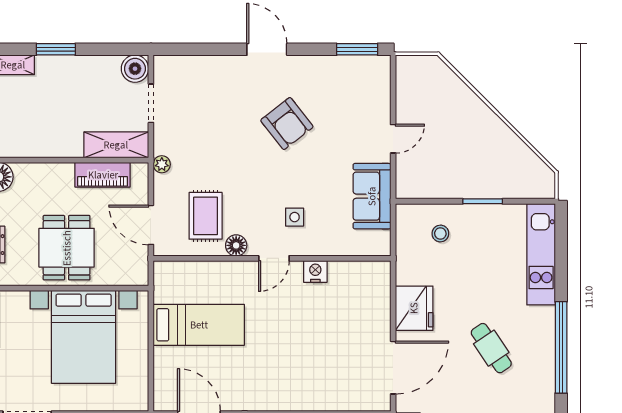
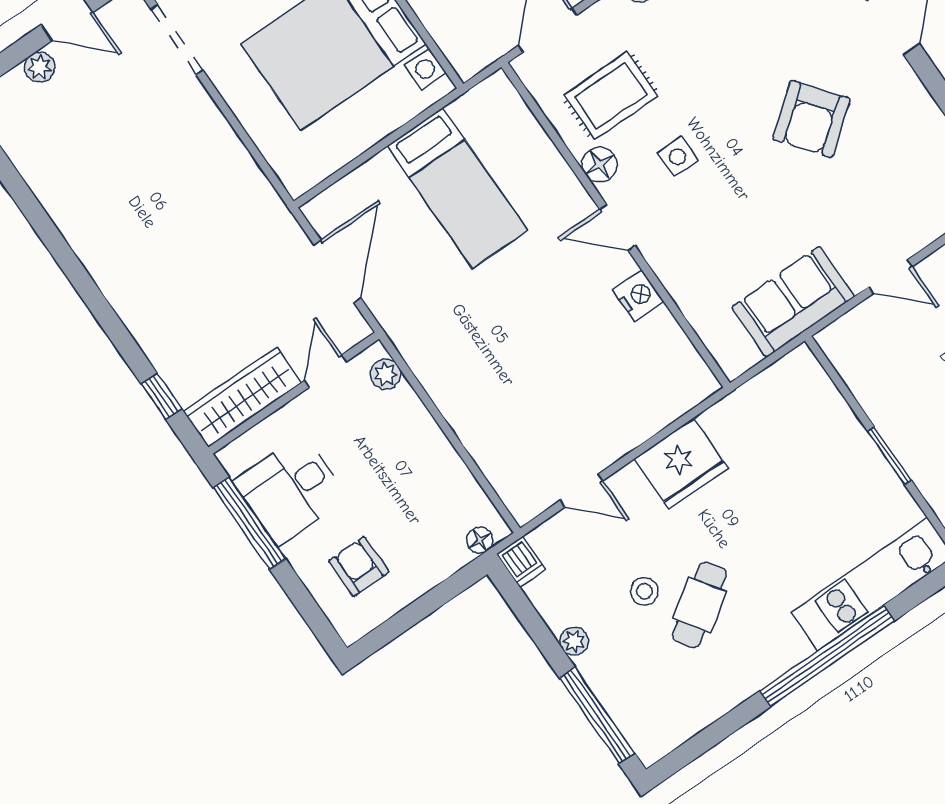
side table: (295, 217) -> (678, 157), moved
stool: (440, 234) -> (644, 591), moved
window: (561, 347) -> (827, 656), moved
door: (393, 368) -> (581, 491), width x0.53

